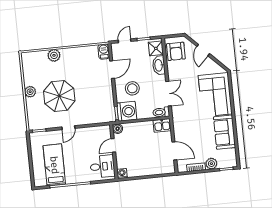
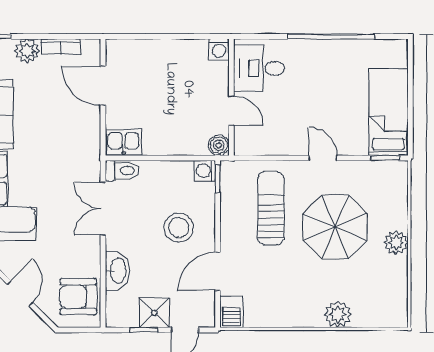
shower: (156, 48) -> (154, 313), moved
armchair: (176, 51) -> (78, 297), turned -90
sun lounger: (90, 102) -> (271, 208), added
washing machine: (127, 111) -> (205, 171), width x0.53, depth x0.53
door: (68, 128) -> (323, 158), hinge flipped
door: (113, 145) -> (231, 111), hinge flipped
bed: (54, 165) -> (388, 112), moved, turned 180

